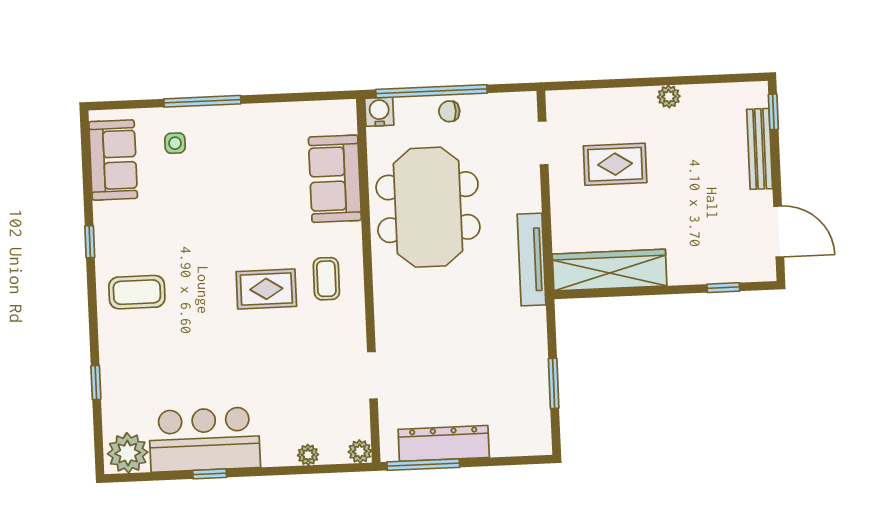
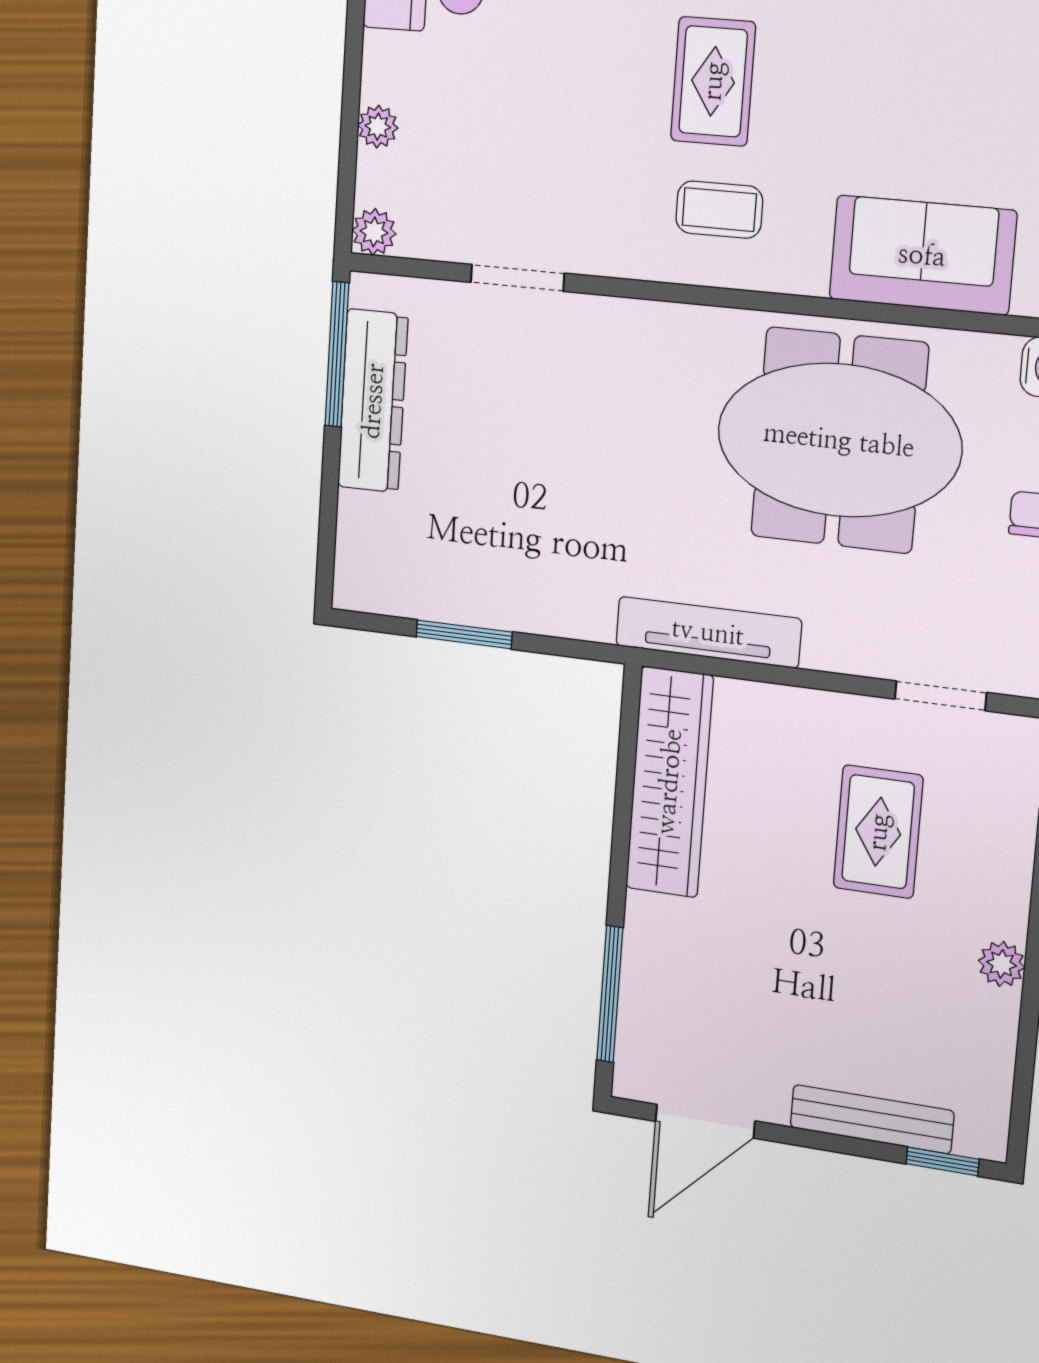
window: (723, 288) -> (610, 994), width x2.17

